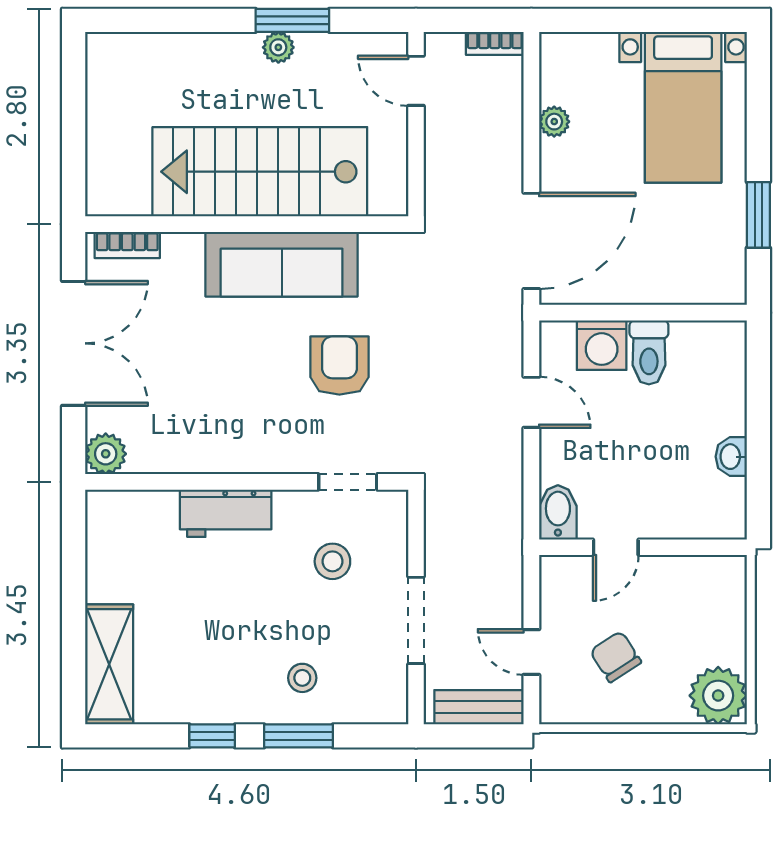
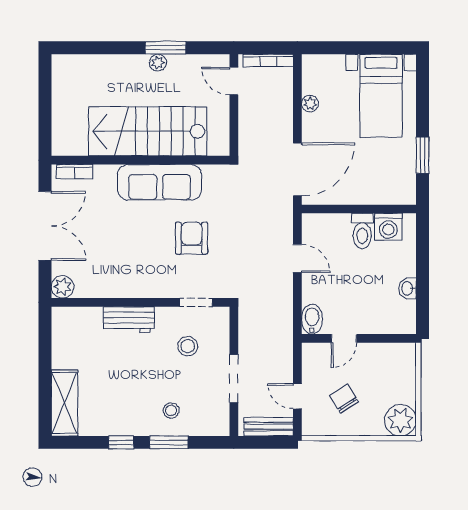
bookcase: (495, 43) -> (268, 60), width x1.56
washing machine: (602, 345) -> (388, 227), moved

